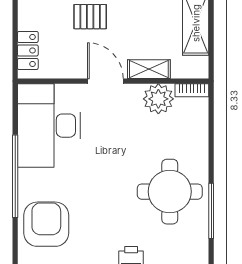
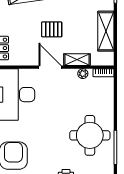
pallet: (90, 17) -> (52, 29), moved
plant: (158, 99) -> (83, 74), width x0.53, depth x0.53

